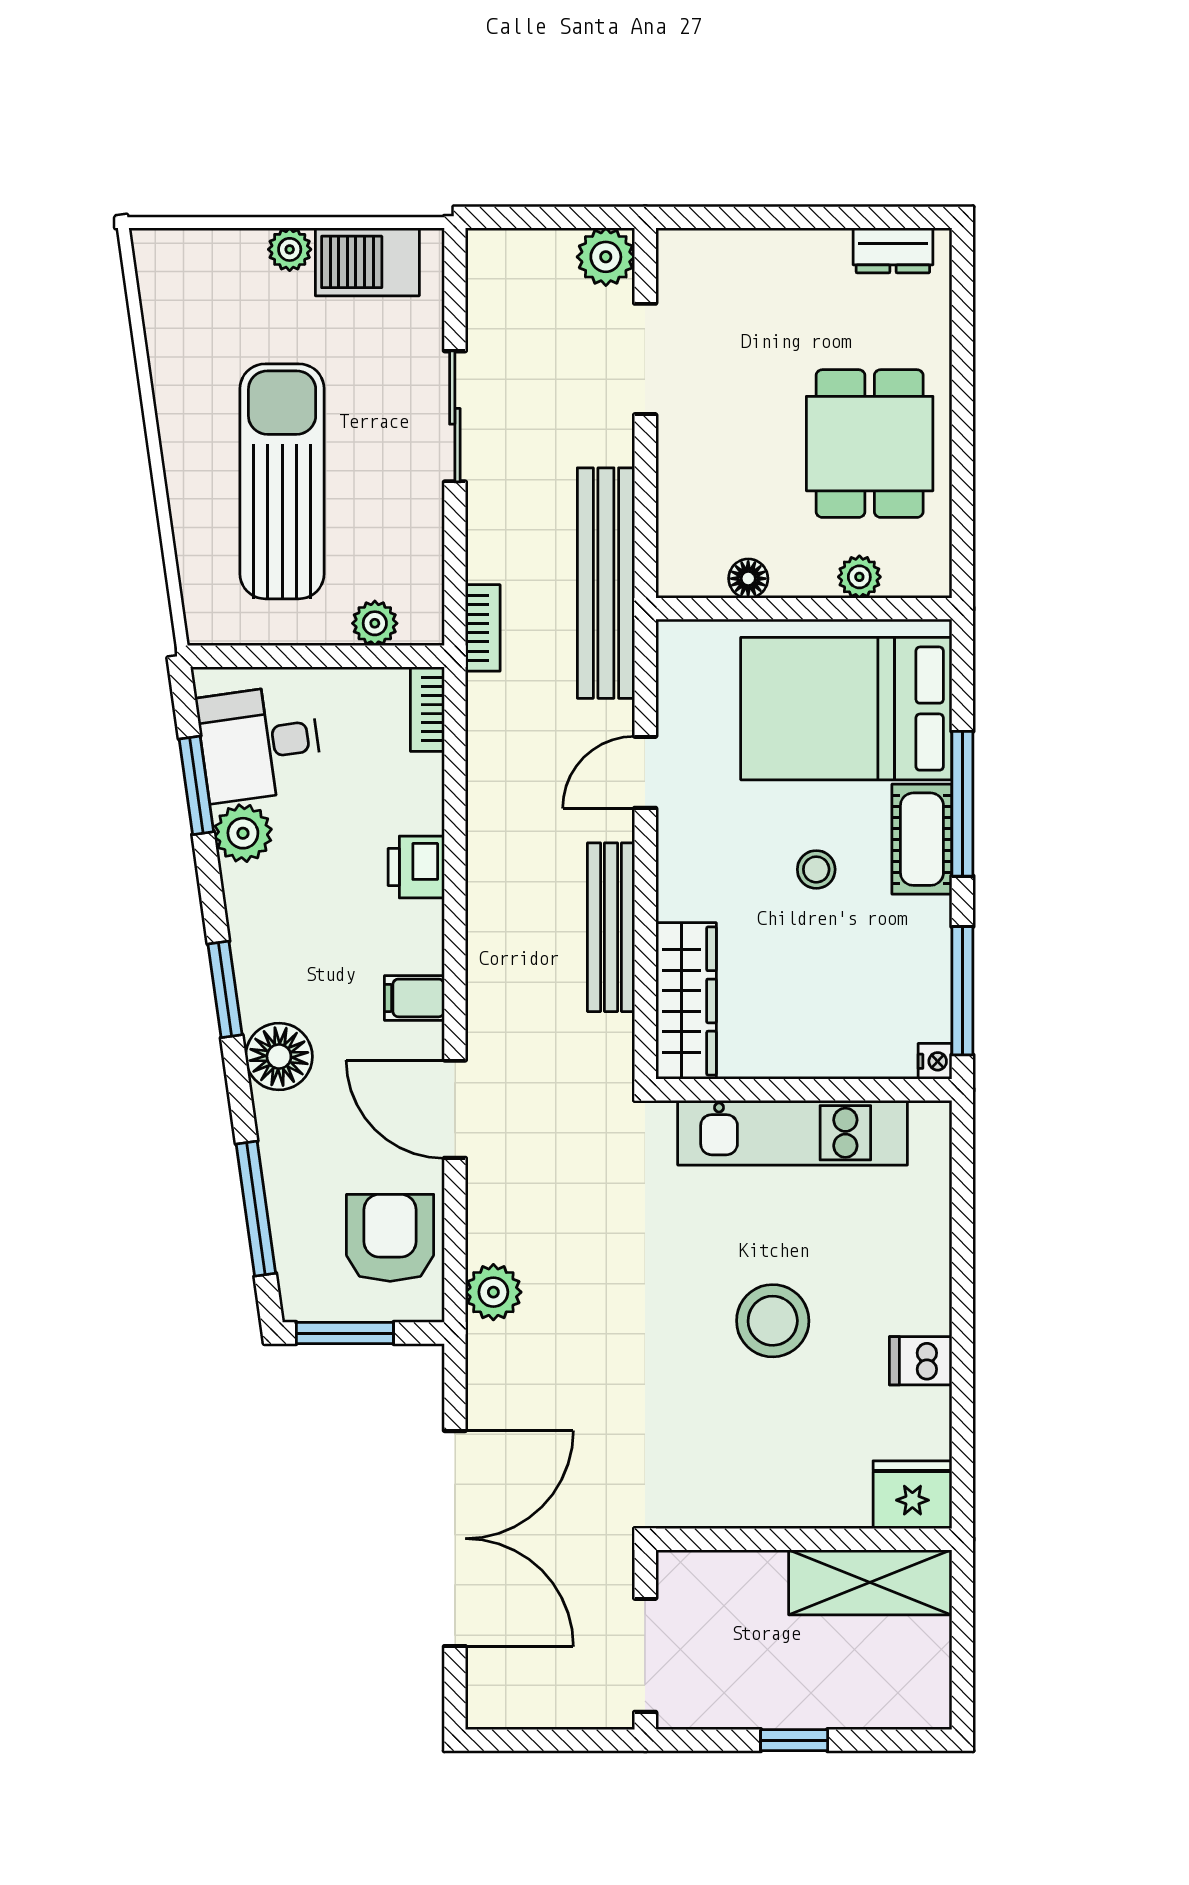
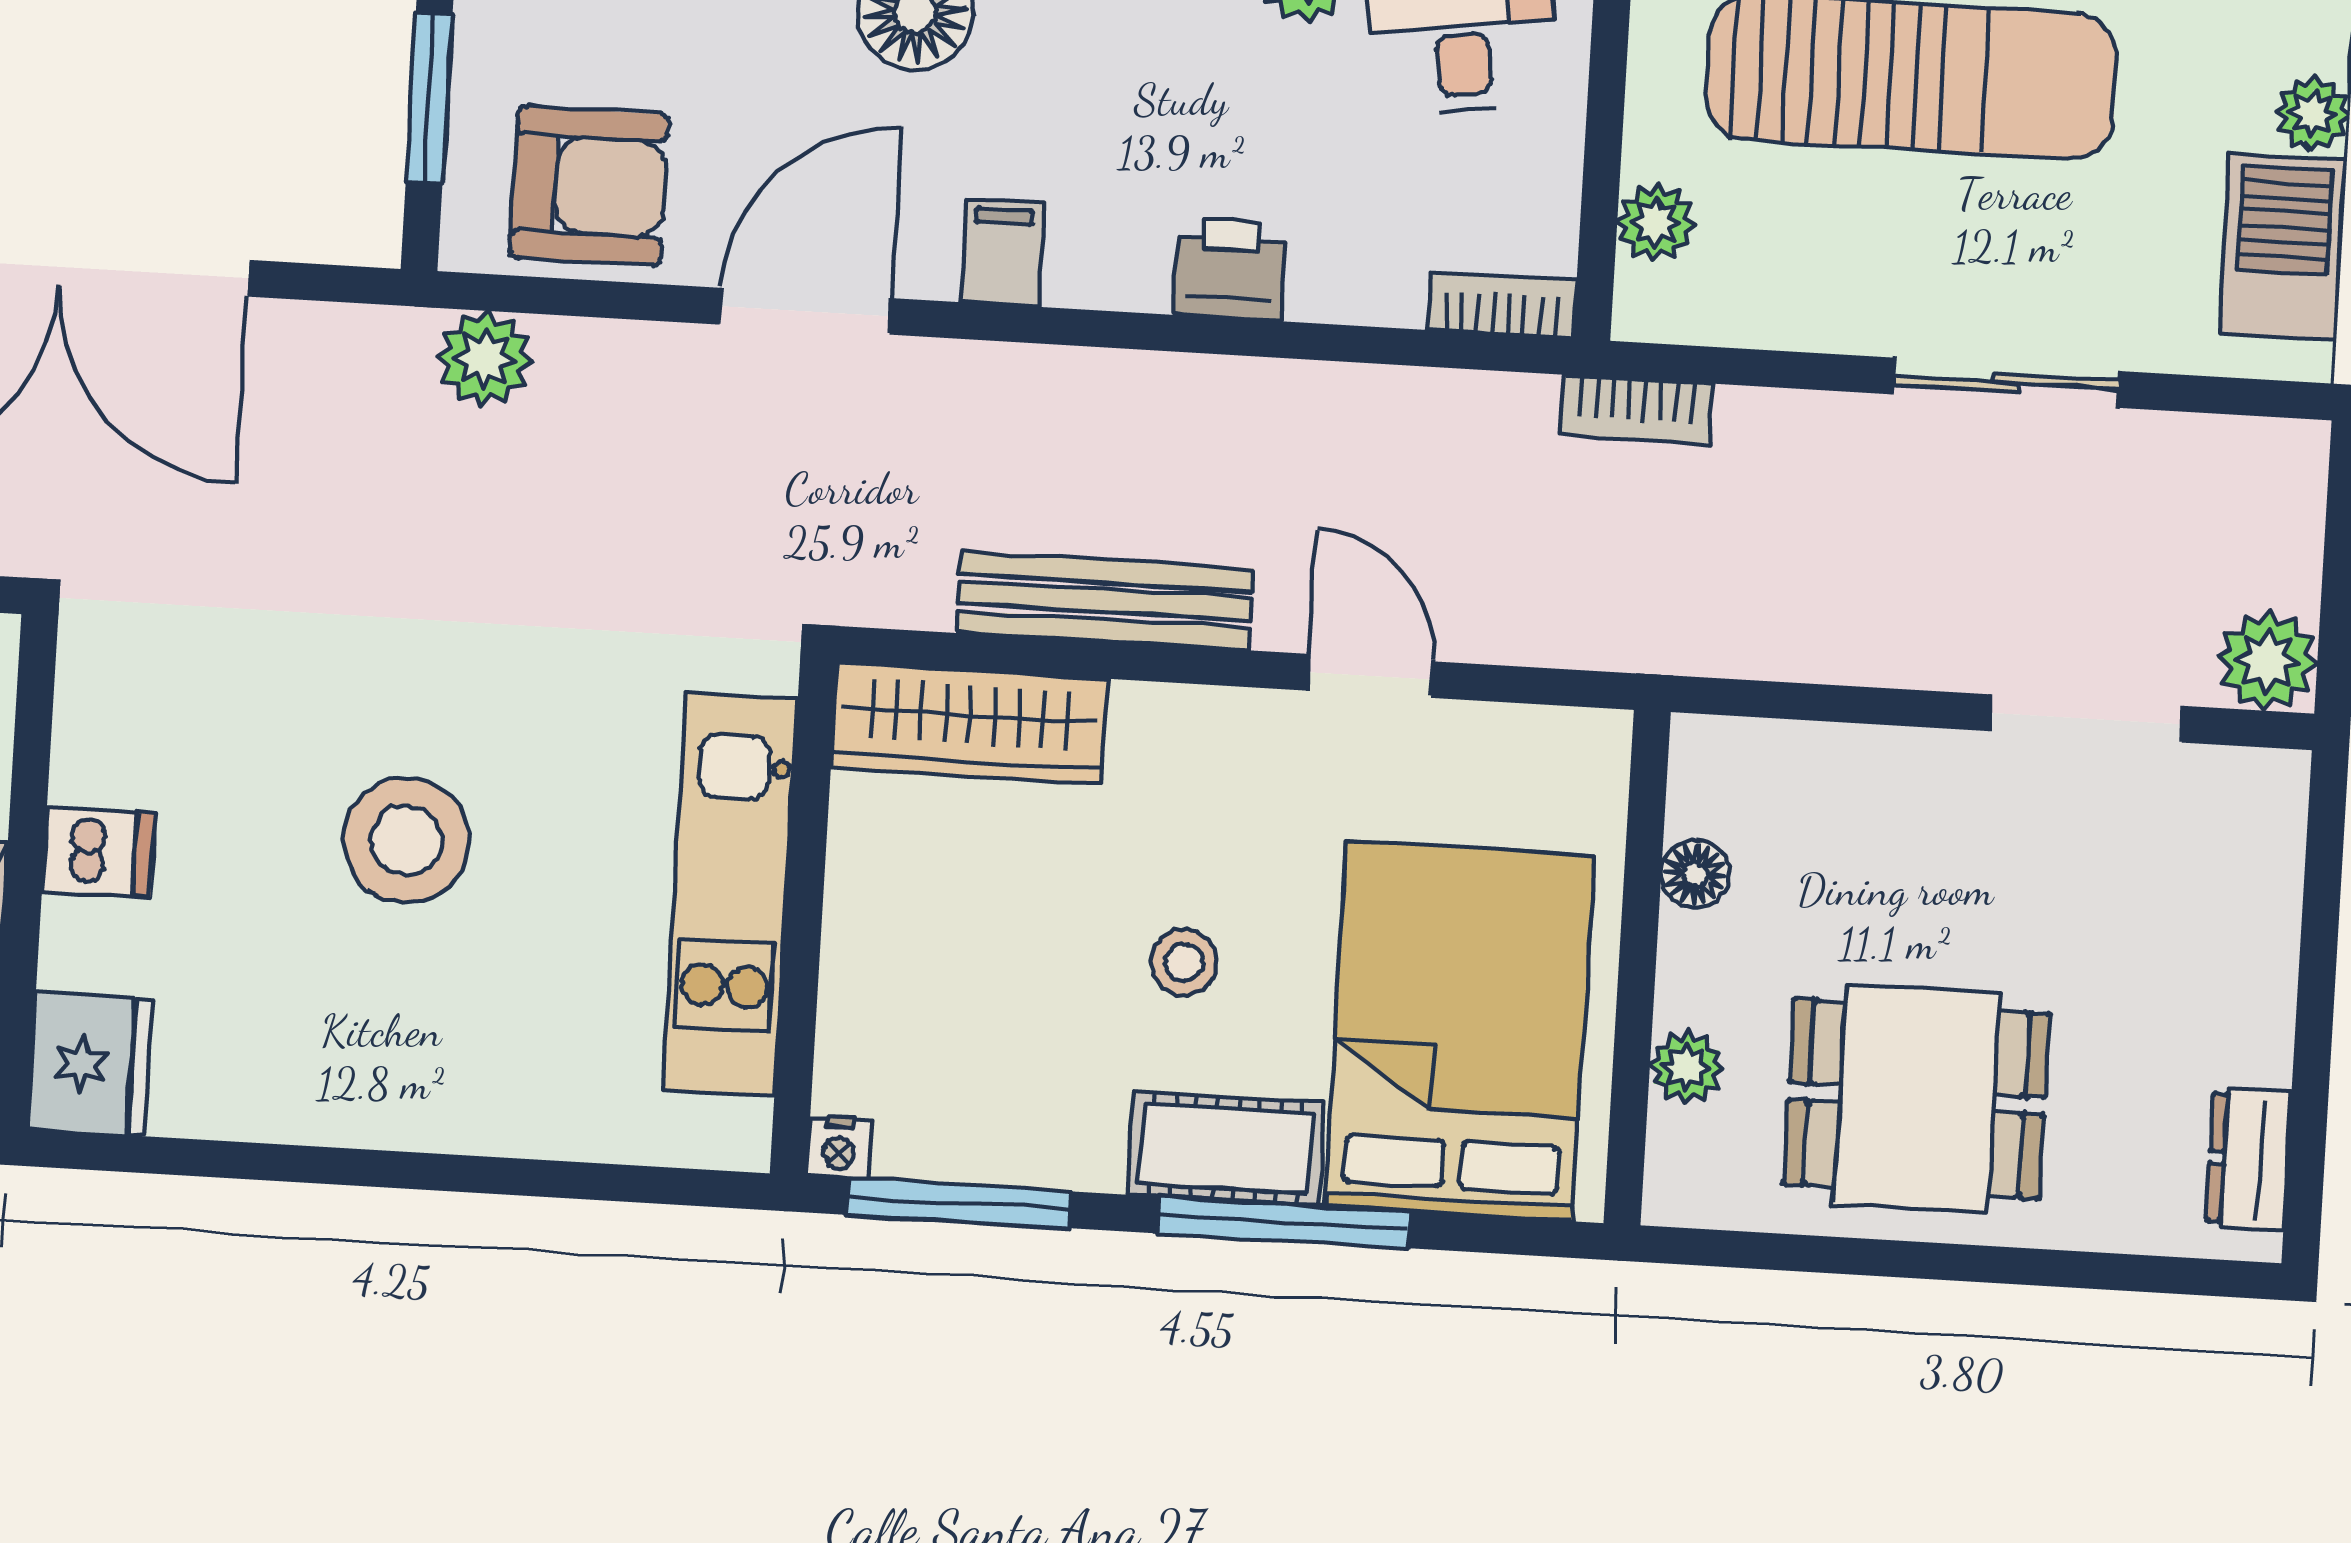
bench: (606, 583) -> (1702, 627), removed
dishwasher: (921, 1361) -> (98, 852), moved, turned 90

